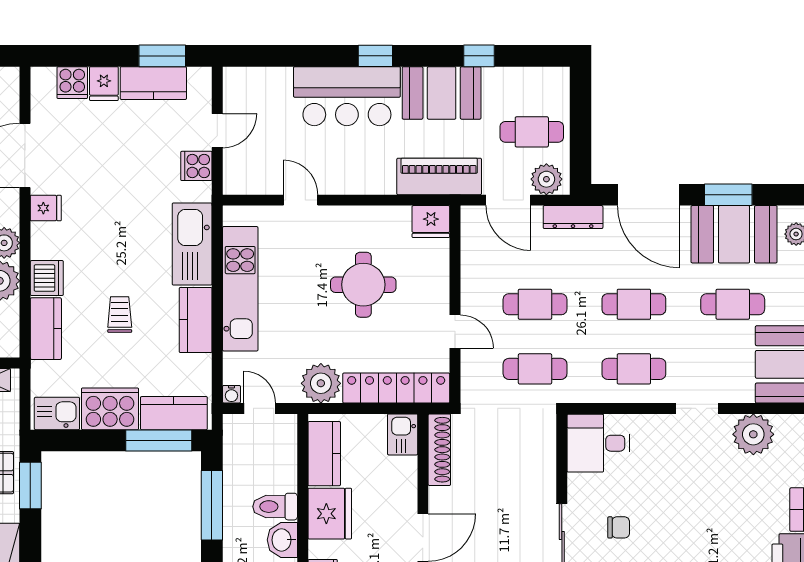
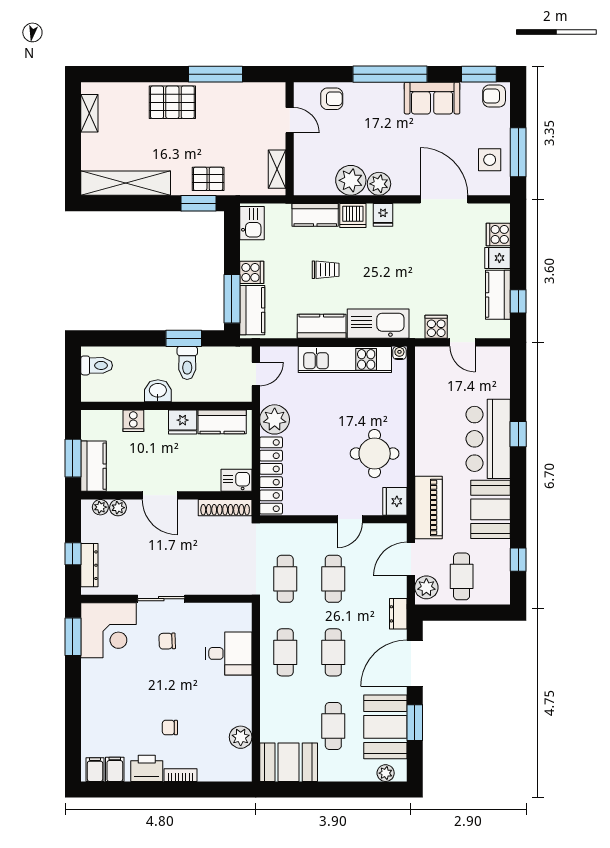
window: (162, 56) -> (518, 301), width x0.67
window: (375, 56) -> (518, 434), moved
window: (479, 56) -> (518, 560), moved
door: (301, 200) -> (411, 404), removed
fridge: (46, 208) -> (383, 215), moved
dresser: (573, 217) -> (398, 614), width x0.70
round table: (363, 285) -> (375, 454), moved
door: (455, 332) -> (350, 519), moved
water cooler: (231, 394) -> (399, 353), moved, turned 90
doorway: (697, 408) -> (256, 700), removed
cooker: (110, 409) -> (252, 272), width x0.53, depth x0.76
plant: (753, 434) -> (241, 737), width x0.73, depth x0.73
desk: (598, 443) -> (229, 653), moved, turned 90
window: (212, 505) -> (184, 338), width x0.69
toilet: (275, 507) -> (187, 363), moved, turned 180
fridge: (330, 514) -> (183, 422), width x0.73, depth x0.75
chair: (735, 524) -> (170, 728), added
chair: (619, 527) -> (167, 641), turned 88

